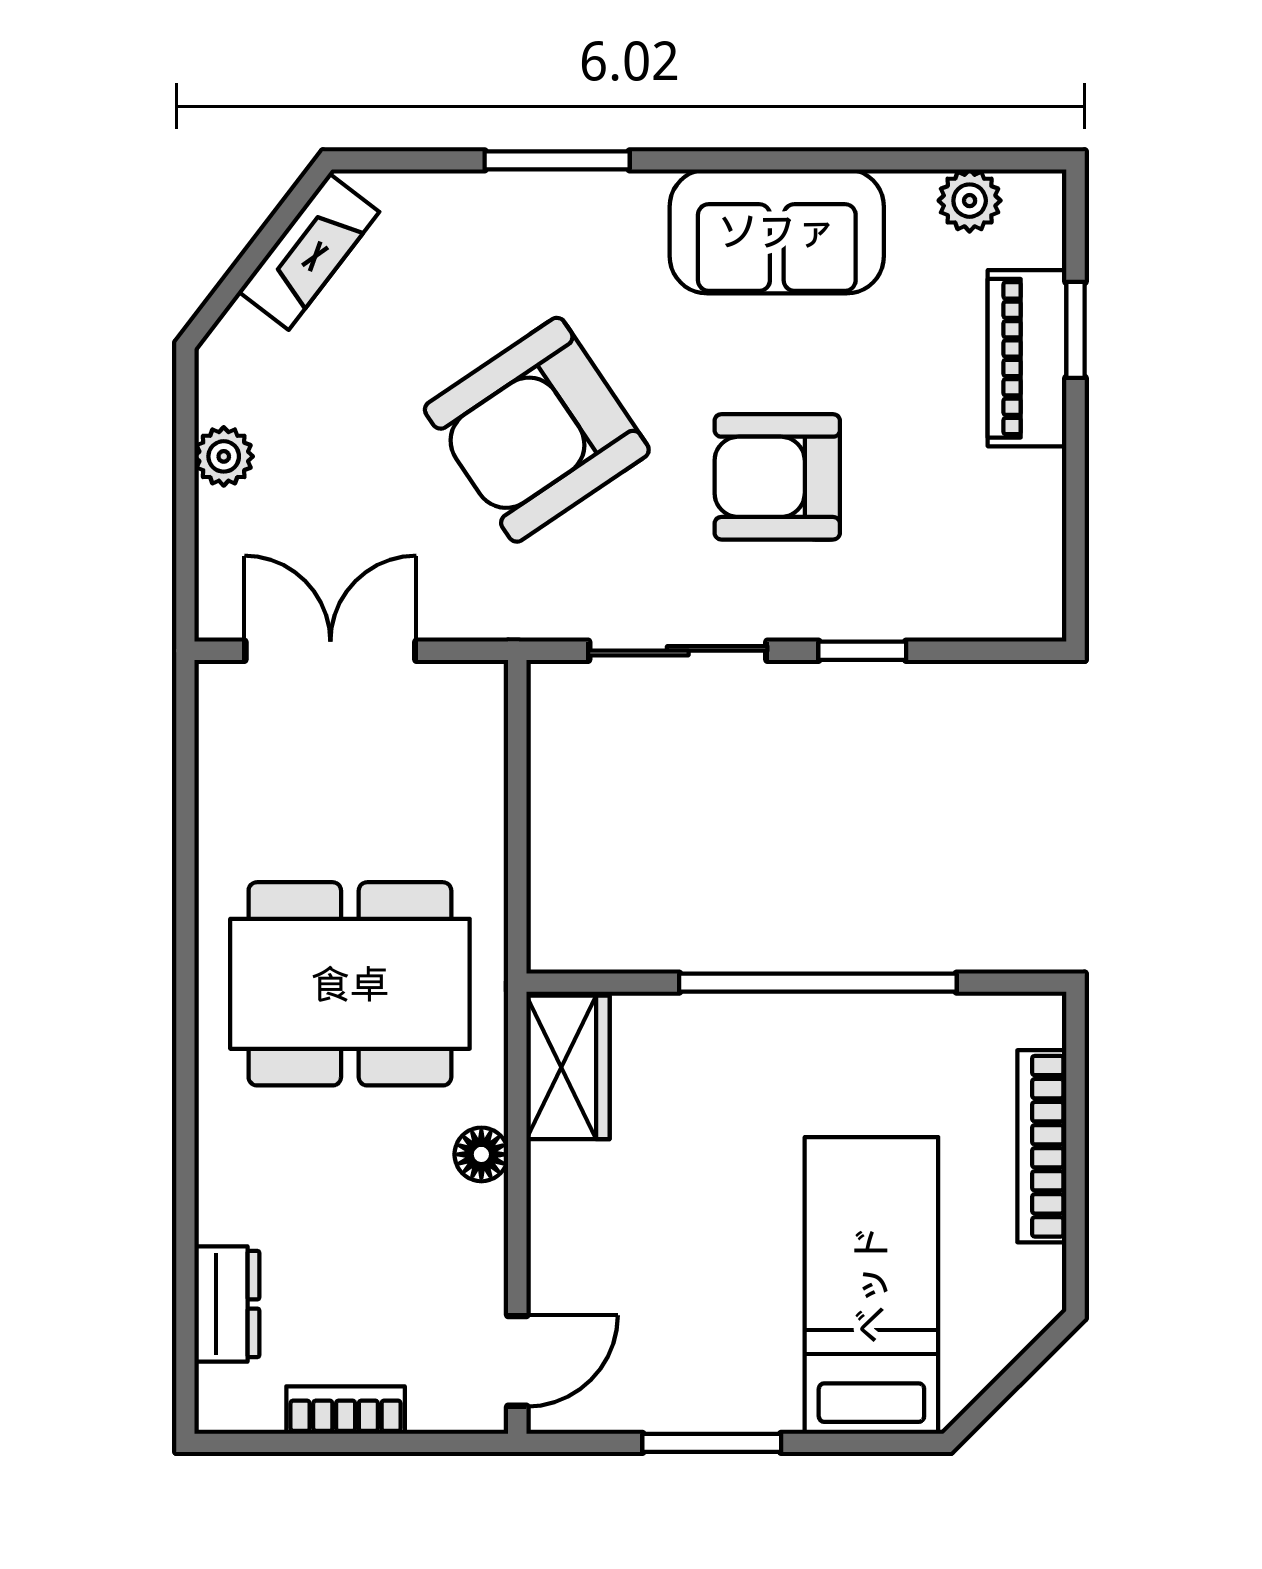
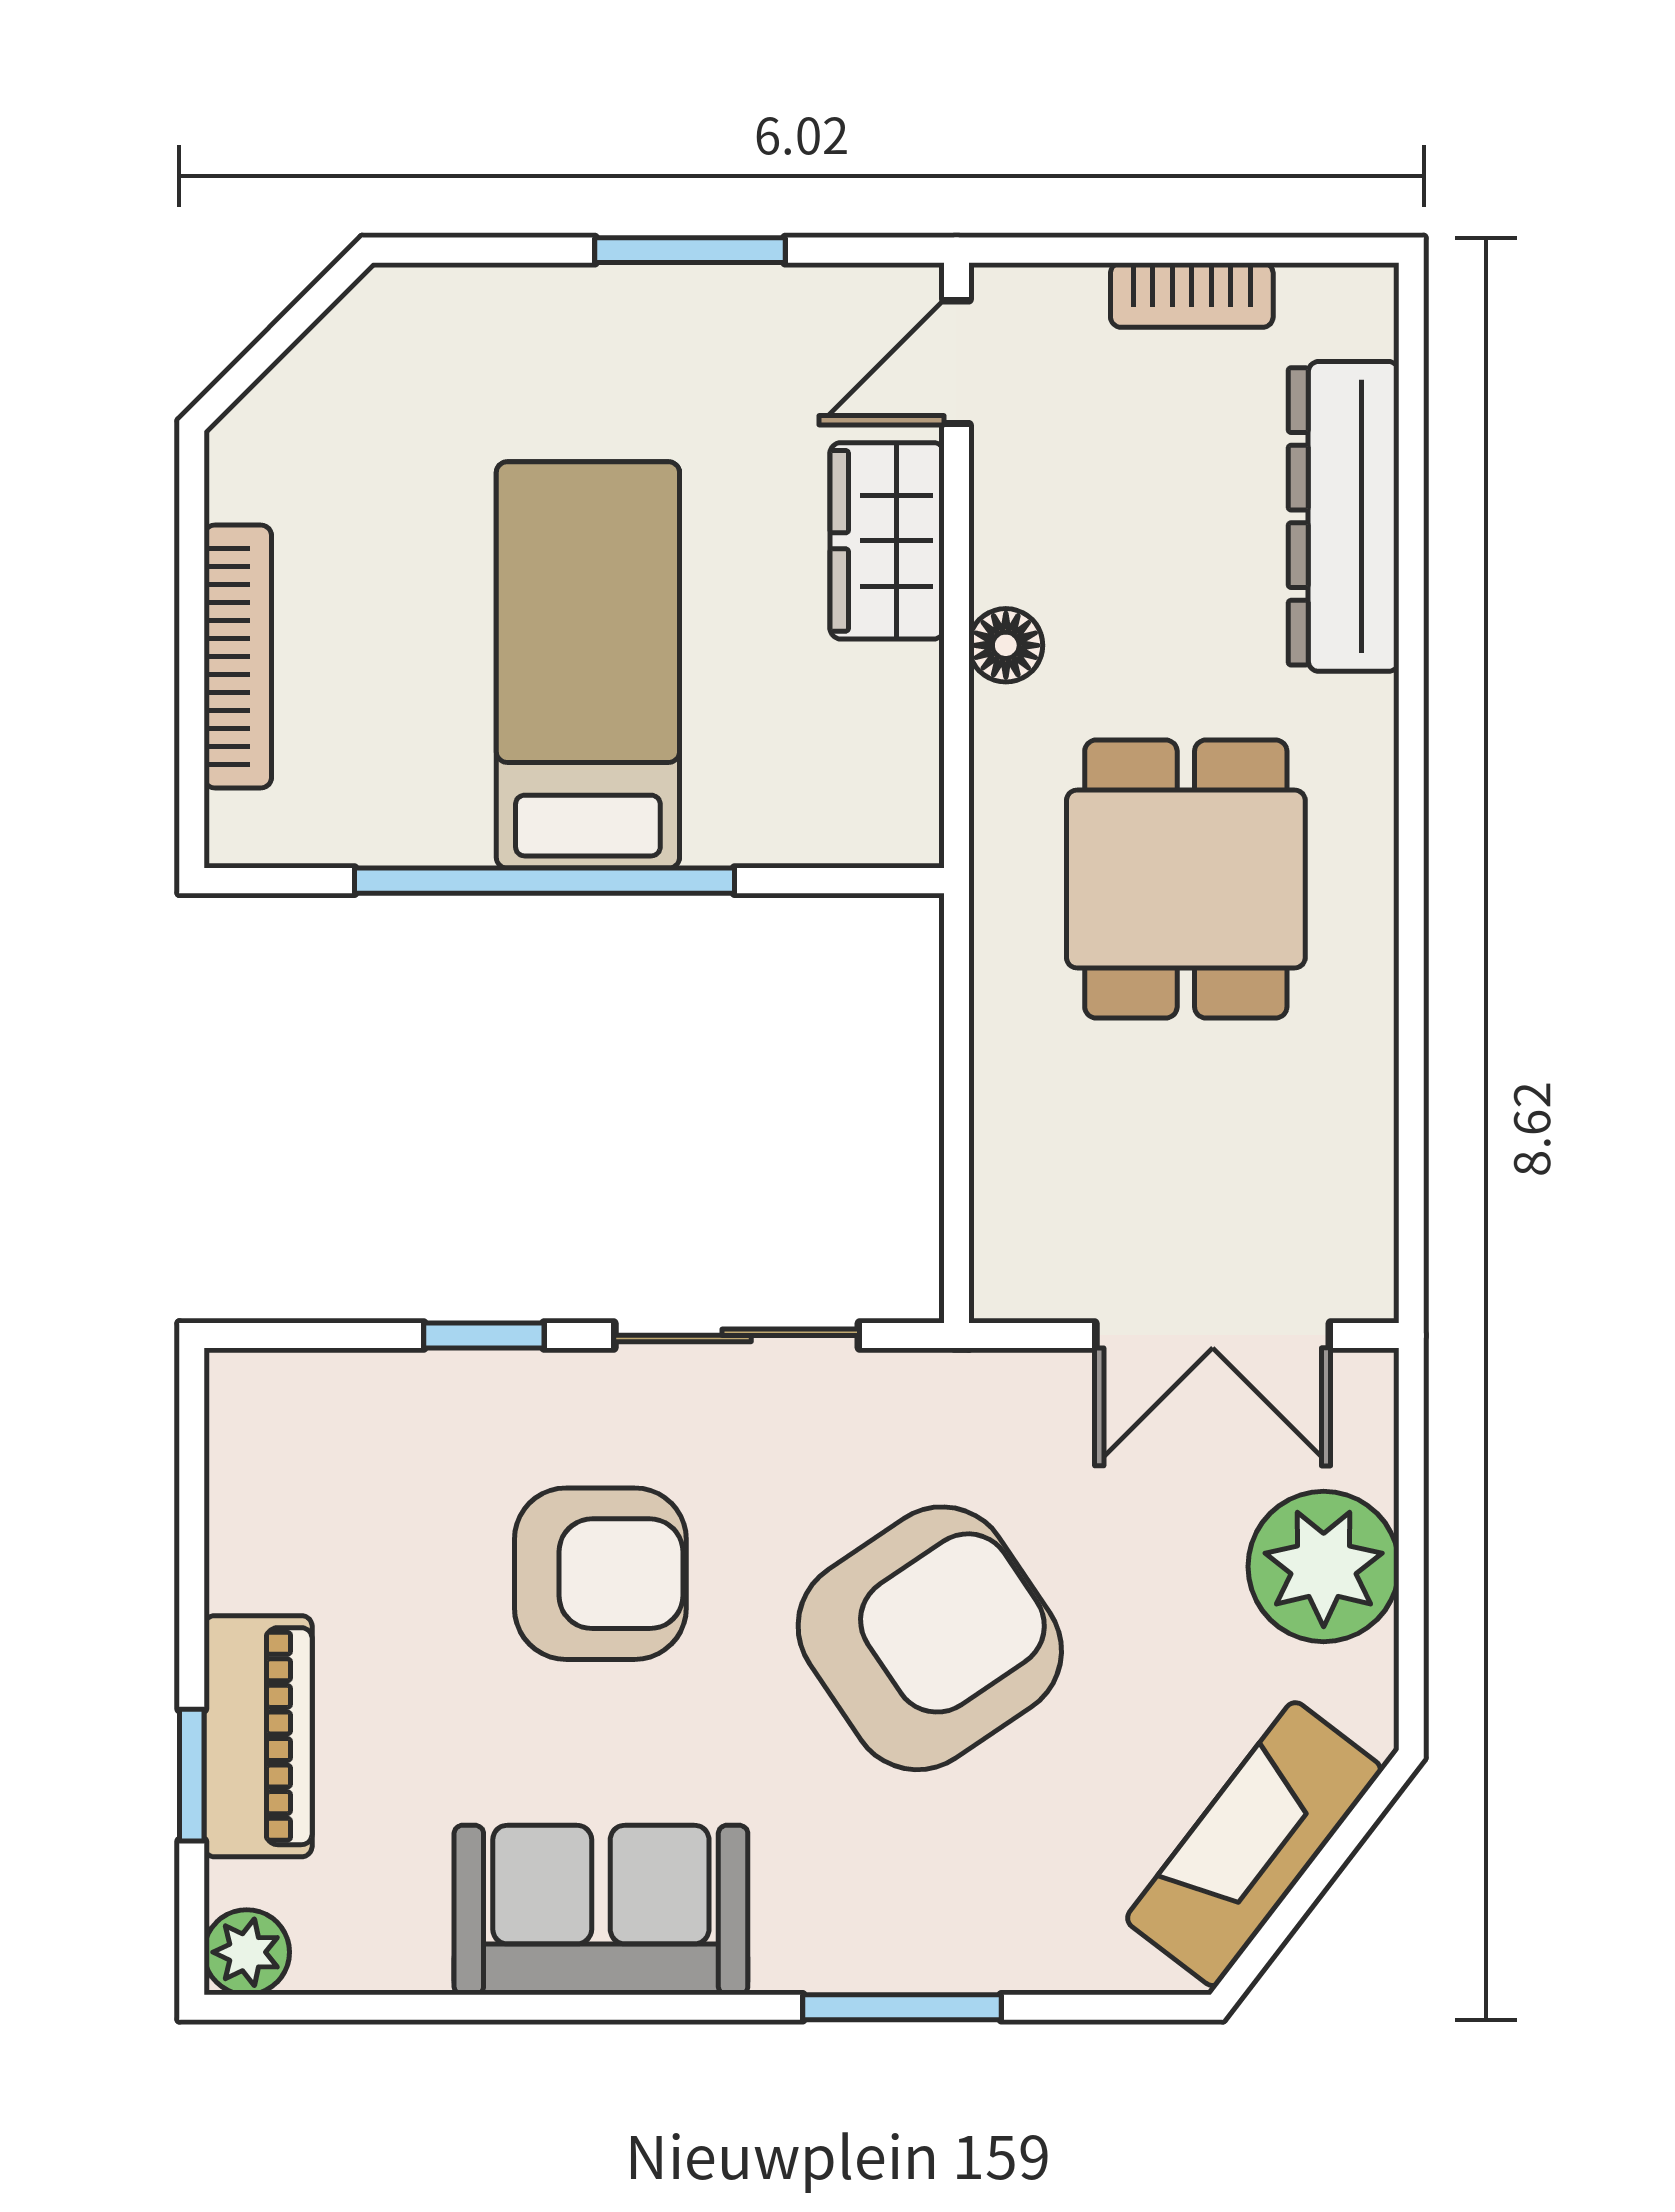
plant: (970, 201) -> (247, 1952), moved
fireplace: (309, 252) -> (1254, 1844), width x1.37, depth x1.32
plant: (224, 456) -> (1324, 1567), width x1.87, depth x1.87
dining table: (350, 984) -> (1186, 879), width x0.73
wardrobe: (568, 1067) -> (887, 541), moved
bed: (871, 1285) -> (588, 665), moved, turned 180
dresser: (227, 1304) -> (1344, 516), width x1.96, depth x1.24

